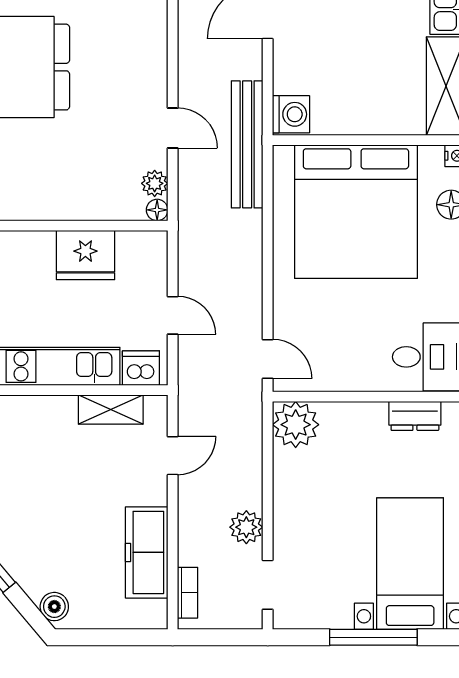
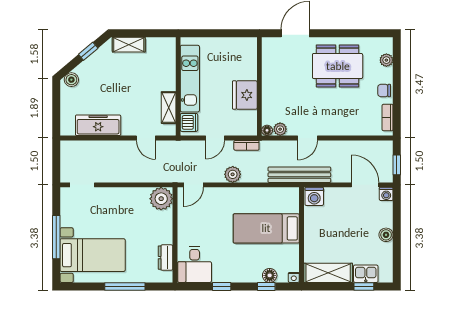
bed: (356, 212) -> (266, 228), width x0.49
plant: (246, 527) -> (233, 174), moved
bookcase: (188, 593) -> (246, 145), moved

